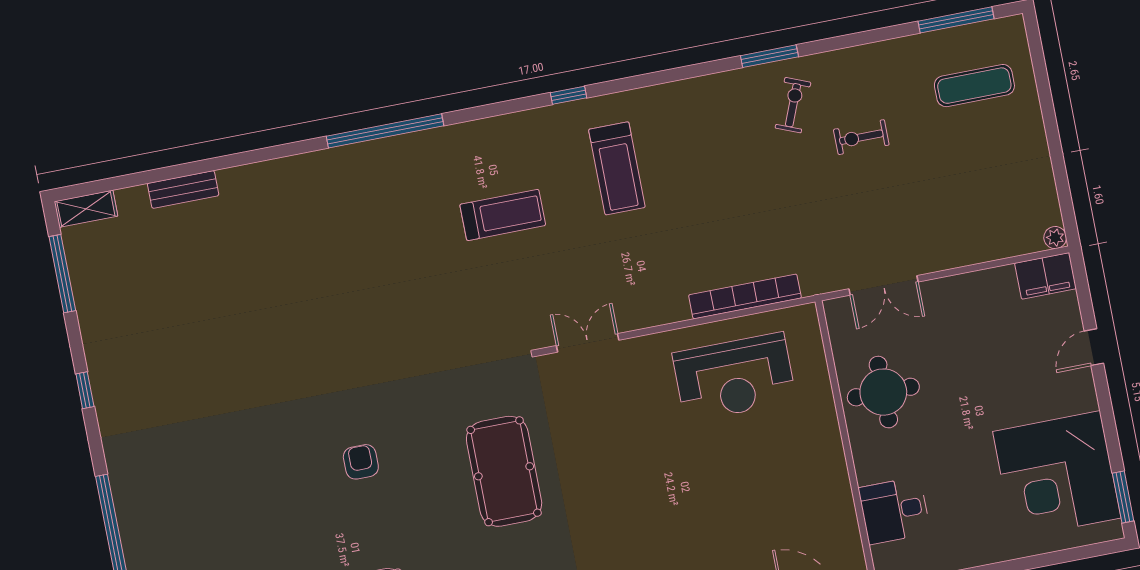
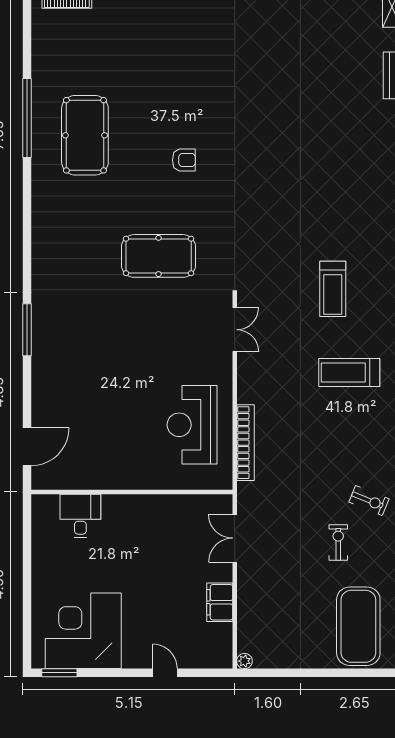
exercise mat: (974, 86) -> (358, 626), width x2.00, depth x1.45
filing cabinet: (1046, 276) -> (220, 602), moved
round table: (883, 392) -> (162, 524), removed

